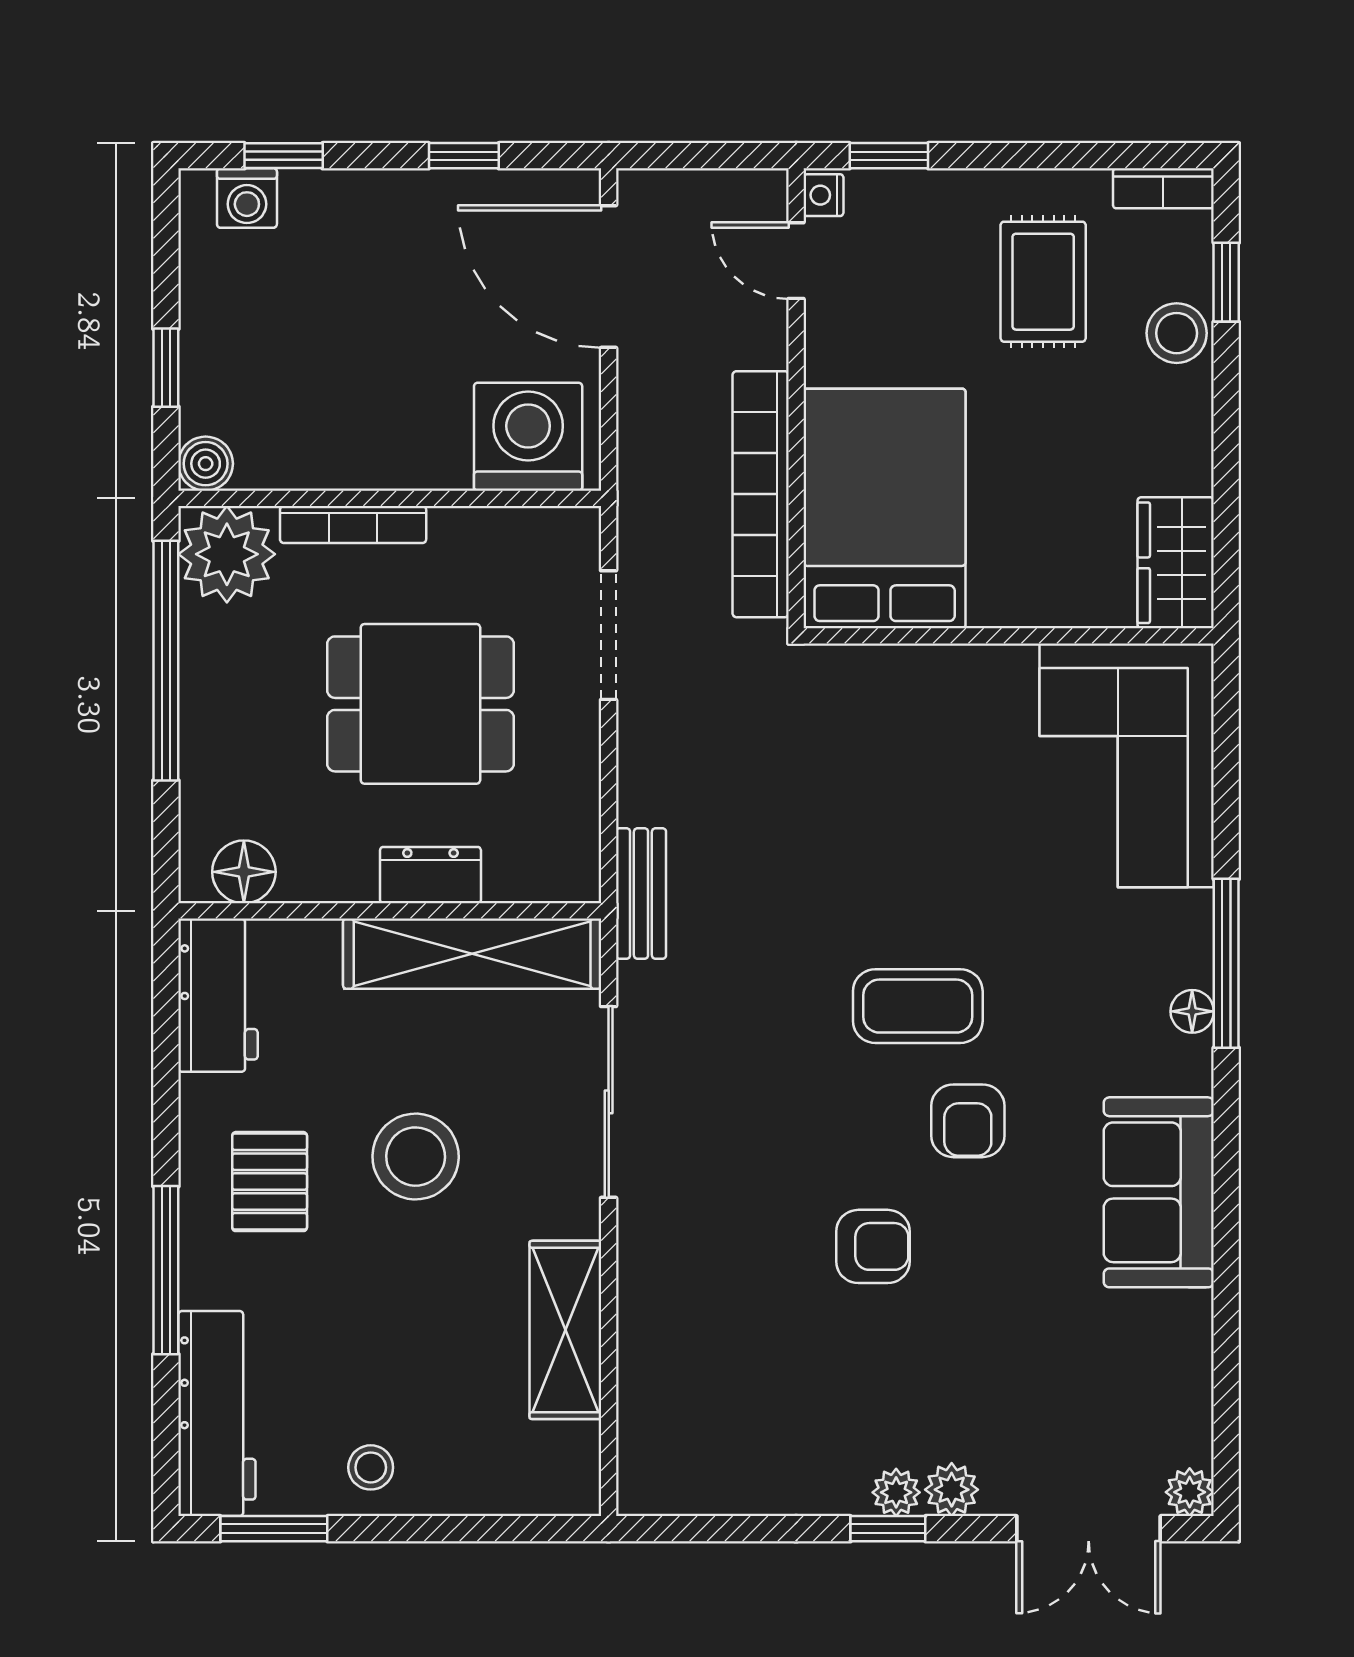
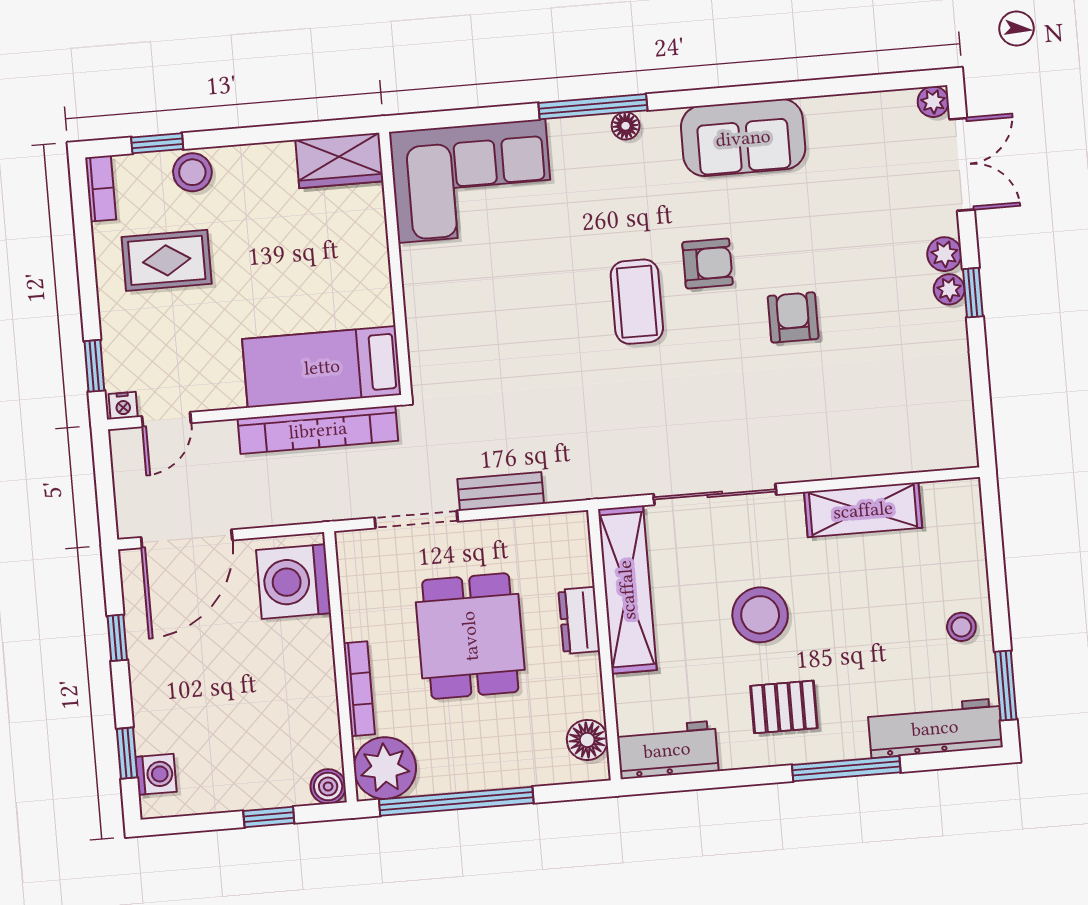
bed: (885, 508) -> (322, 367), width x0.67
bench: (641, 894) -> (501, 491), moved

